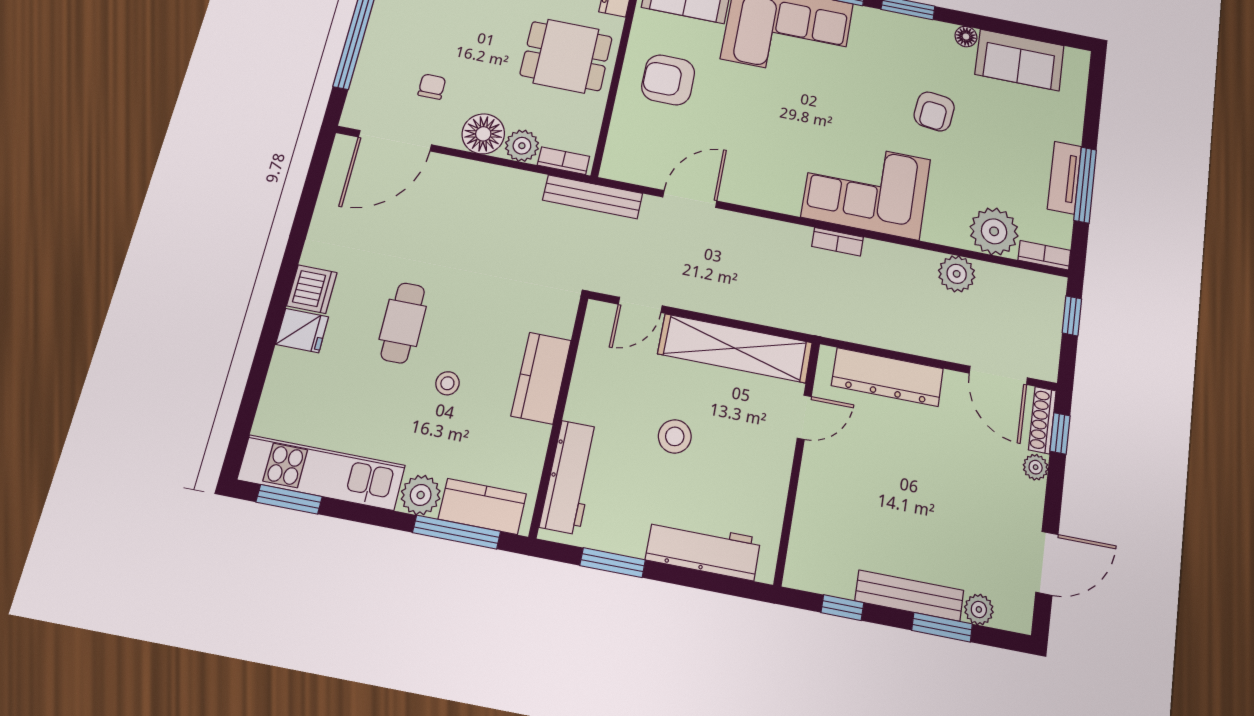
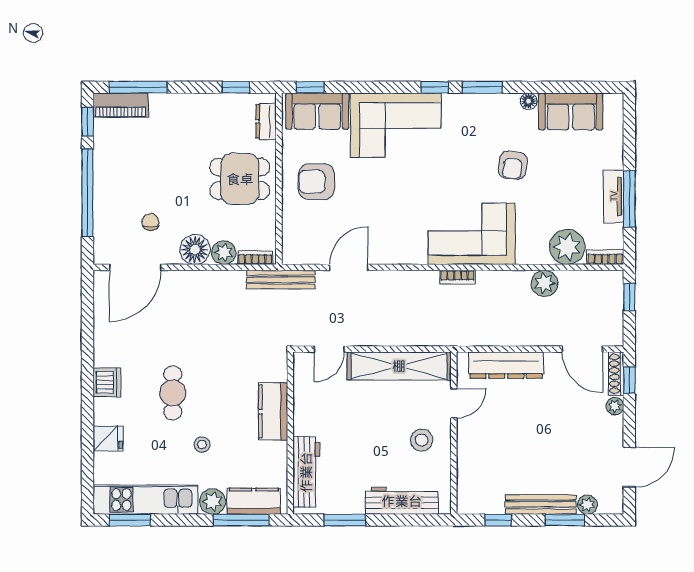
fridge: (302, 331) -> (108, 438), moved
stool: (447, 383) -> (202, 445), moved
stool: (675, 436) -> (422, 440), moved

